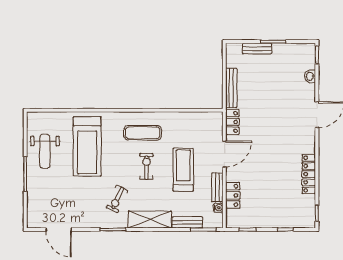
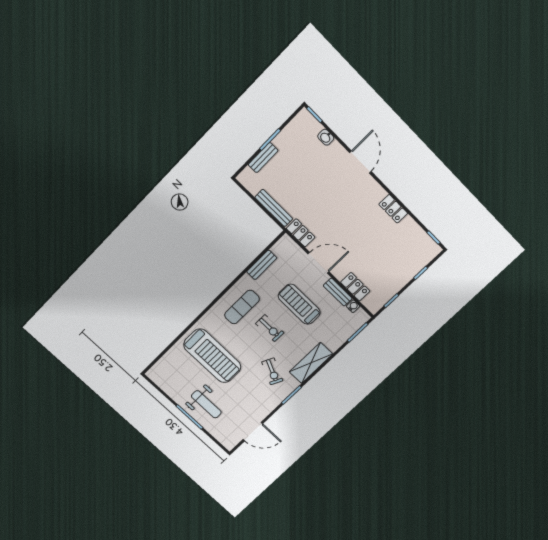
weight bench: (45, 151) -> (206, 404), moved
door: (224, 154) -> (318, 263), hinge flipped
exercise bike: (146, 166) -> (270, 328), turned 180
locker: (309, 174) -> (393, 209), width x0.66
bench: (187, 222) -> (262, 265), moved

